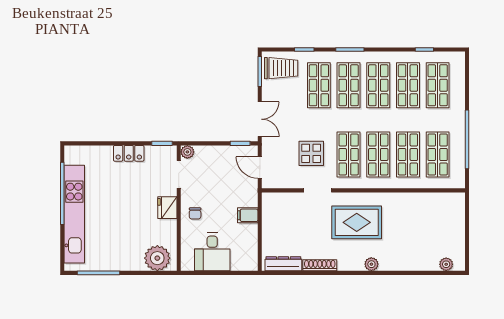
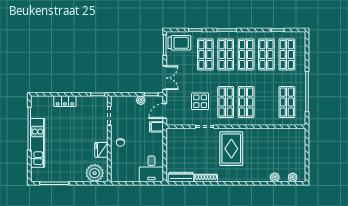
plant: (187, 152) -> (141, 100), moved
locker: (129, 153) -> (65, 101), moved
shop shelf: (408, 155) -> (266, 102), removed
door: (260, 168) -> (165, 111), hinge flipped
fridge: (167, 208) -> (101, 150), moved
kitchen unit: (74, 214) -> (38, 143), width x0.73
filing cabinet: (248, 215) -> (157, 127), moved
rug: (357, 222) -> (231, 149), turned 90
desk: (212, 252) -> (151, 169), moved
plant: (371, 264) -> (275, 177), moved

